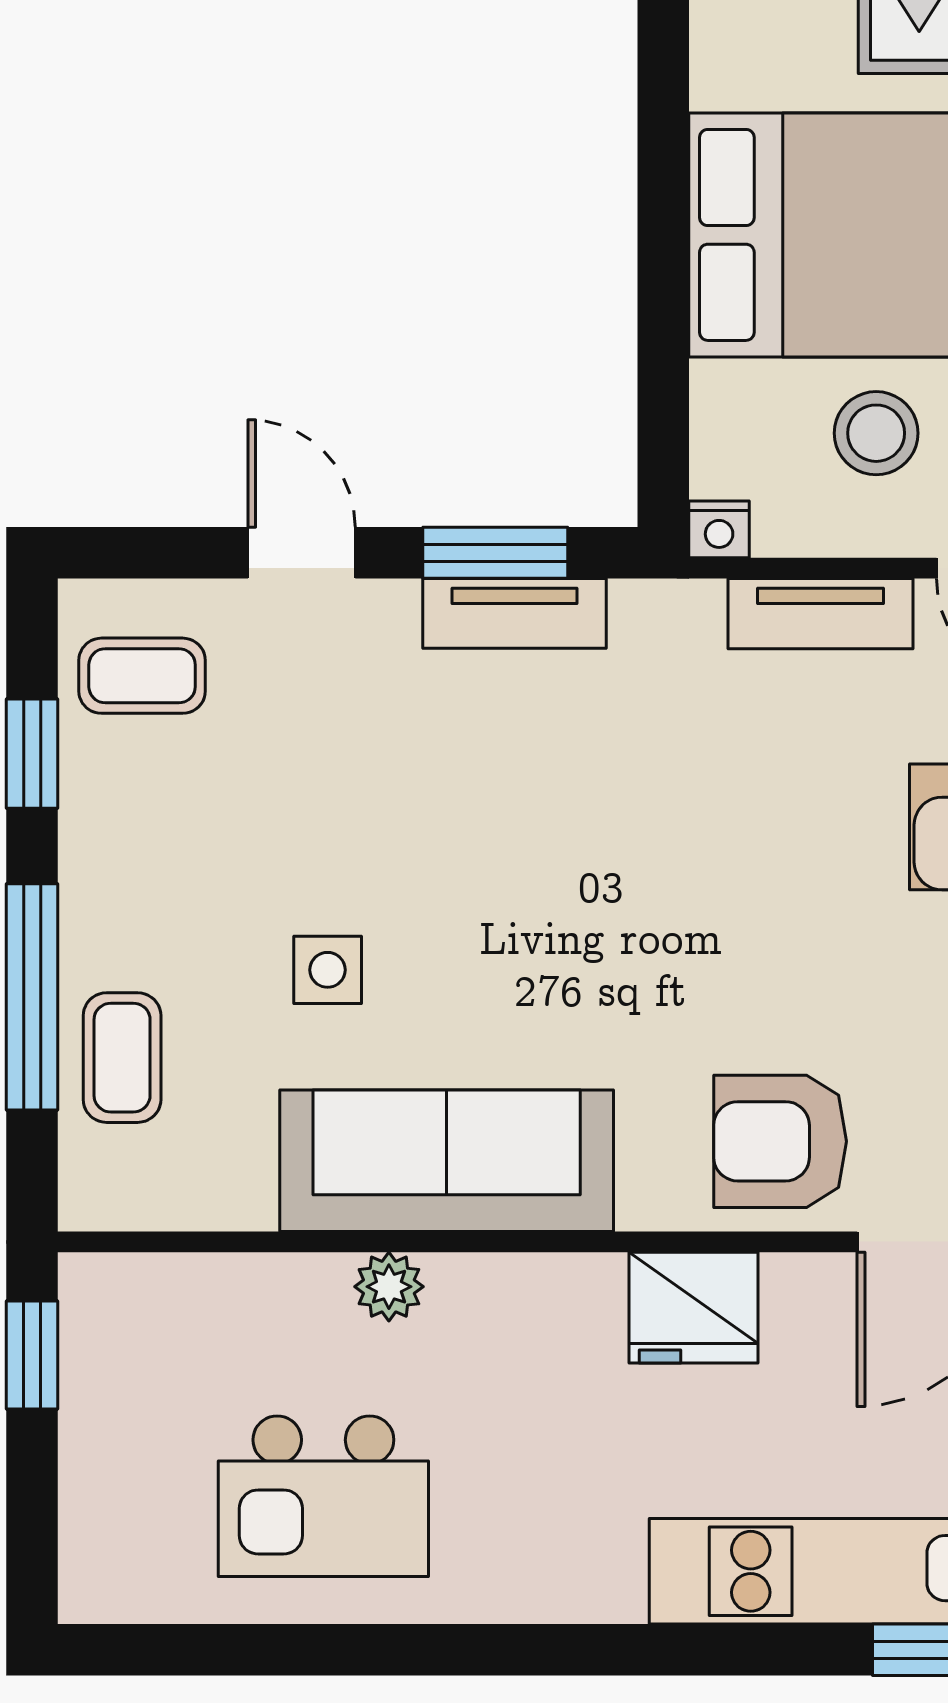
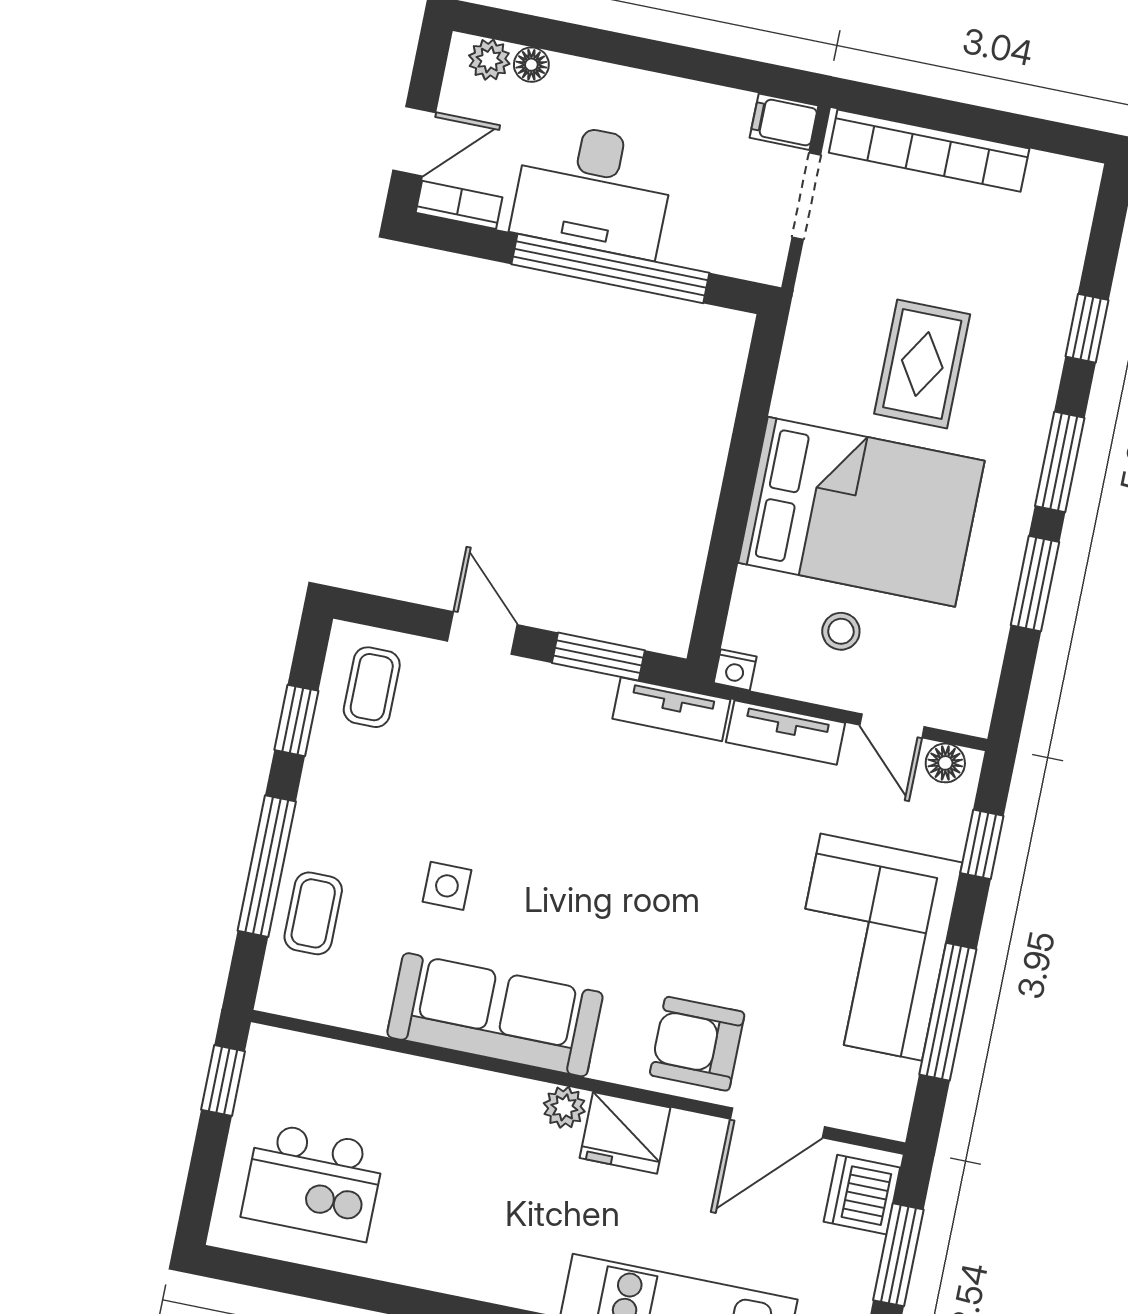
stool: (876, 433) -> (841, 631), width x0.73, depth x0.73
tv unit: (515, 613) -> (671, 709), moved
coffee table: (142, 676) -> (372, 687), turned 90
plant: (389, 1287) -> (564, 1107), moved
kitchen island: (323, 1496) -> (313, 1182), moved

